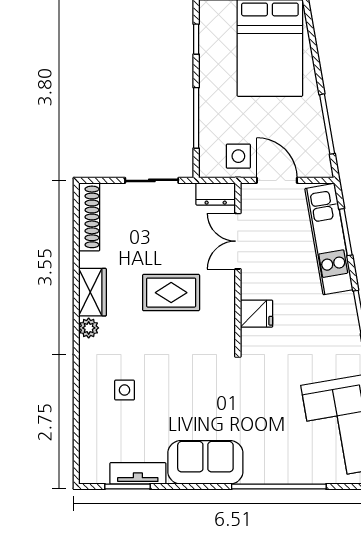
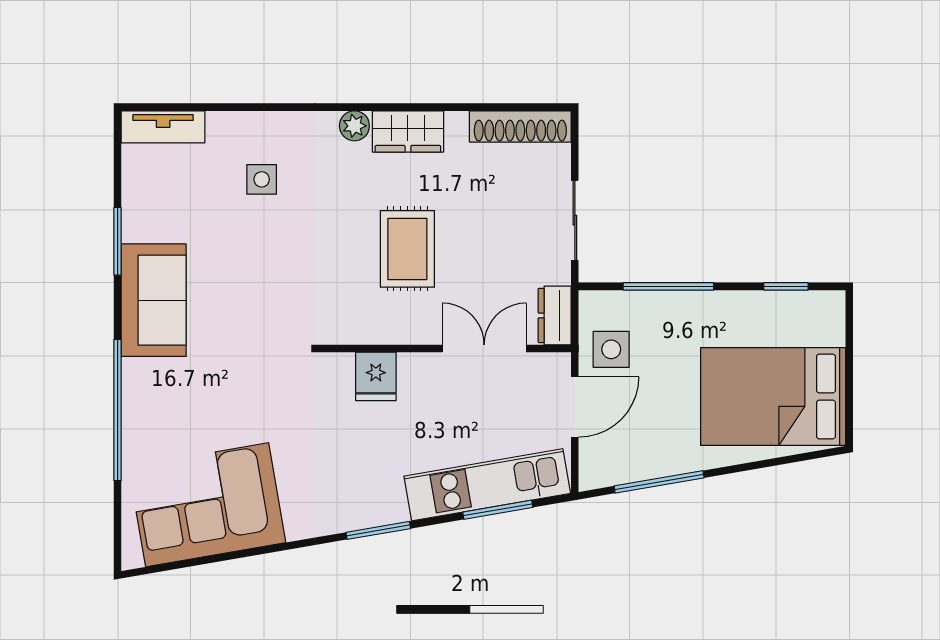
tv unit: (138, 473) -> (163, 127), moved, turned 90
window: (128, 487) -> (118, 241), moved

